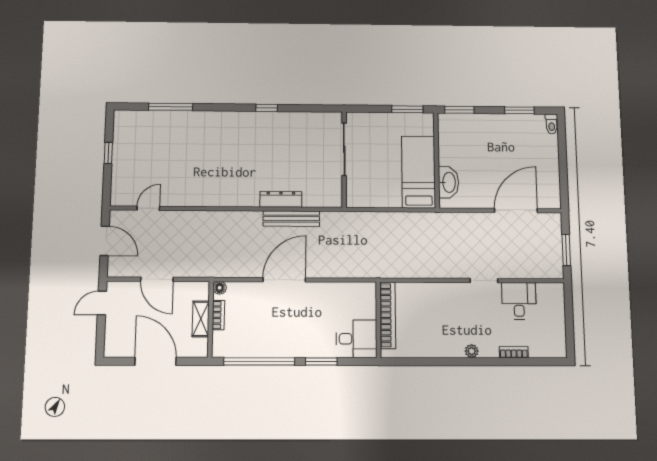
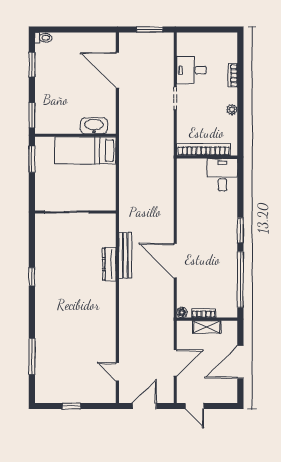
bookcase: (388, 315) -> (203, 149), moved
wall: (378, 320) -> (207, 157), moved
desk: (356, 339) -> (222, 175), moved

